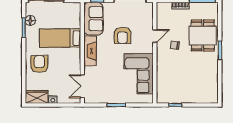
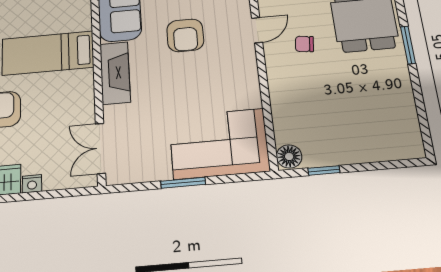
corner sofa: (139, 74) -> (219, 144), moved, turned 90
floor lamp: (162, 97) -> (289, 156), added

